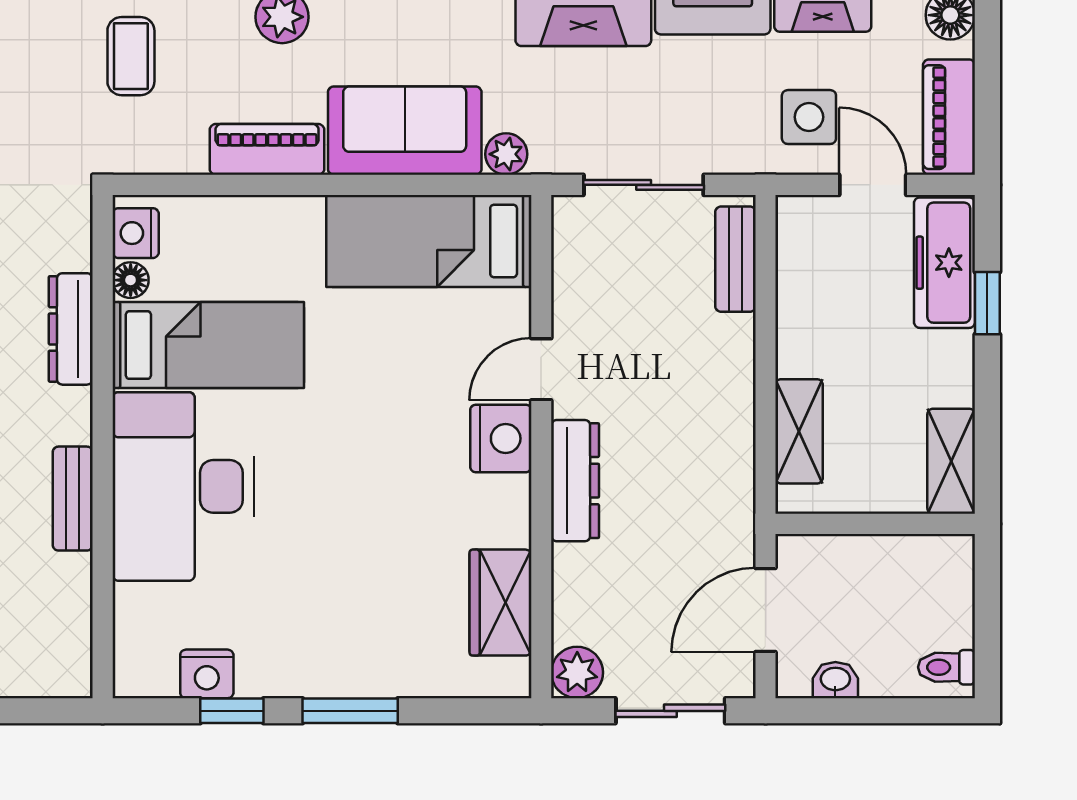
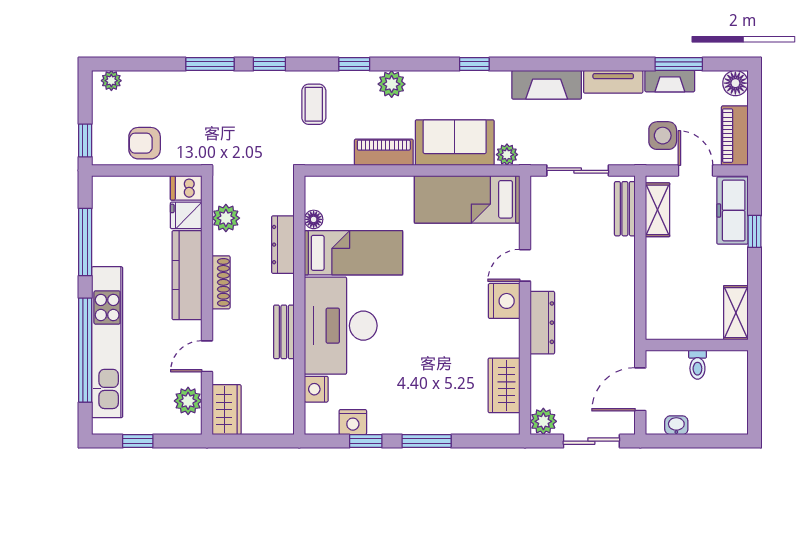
nightstand: (136, 233) -> (316, 389), moved
shelving: (799, 431) -> (658, 210), moved
toilet: (947, 667) -> (697, 365), moved, turned -90

